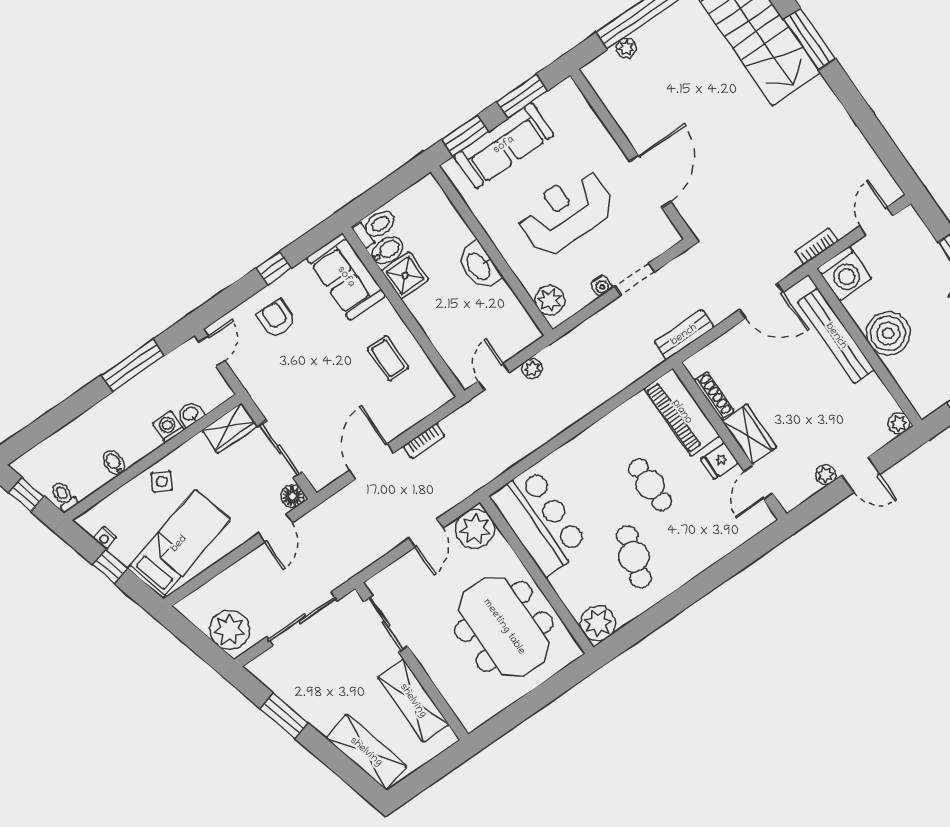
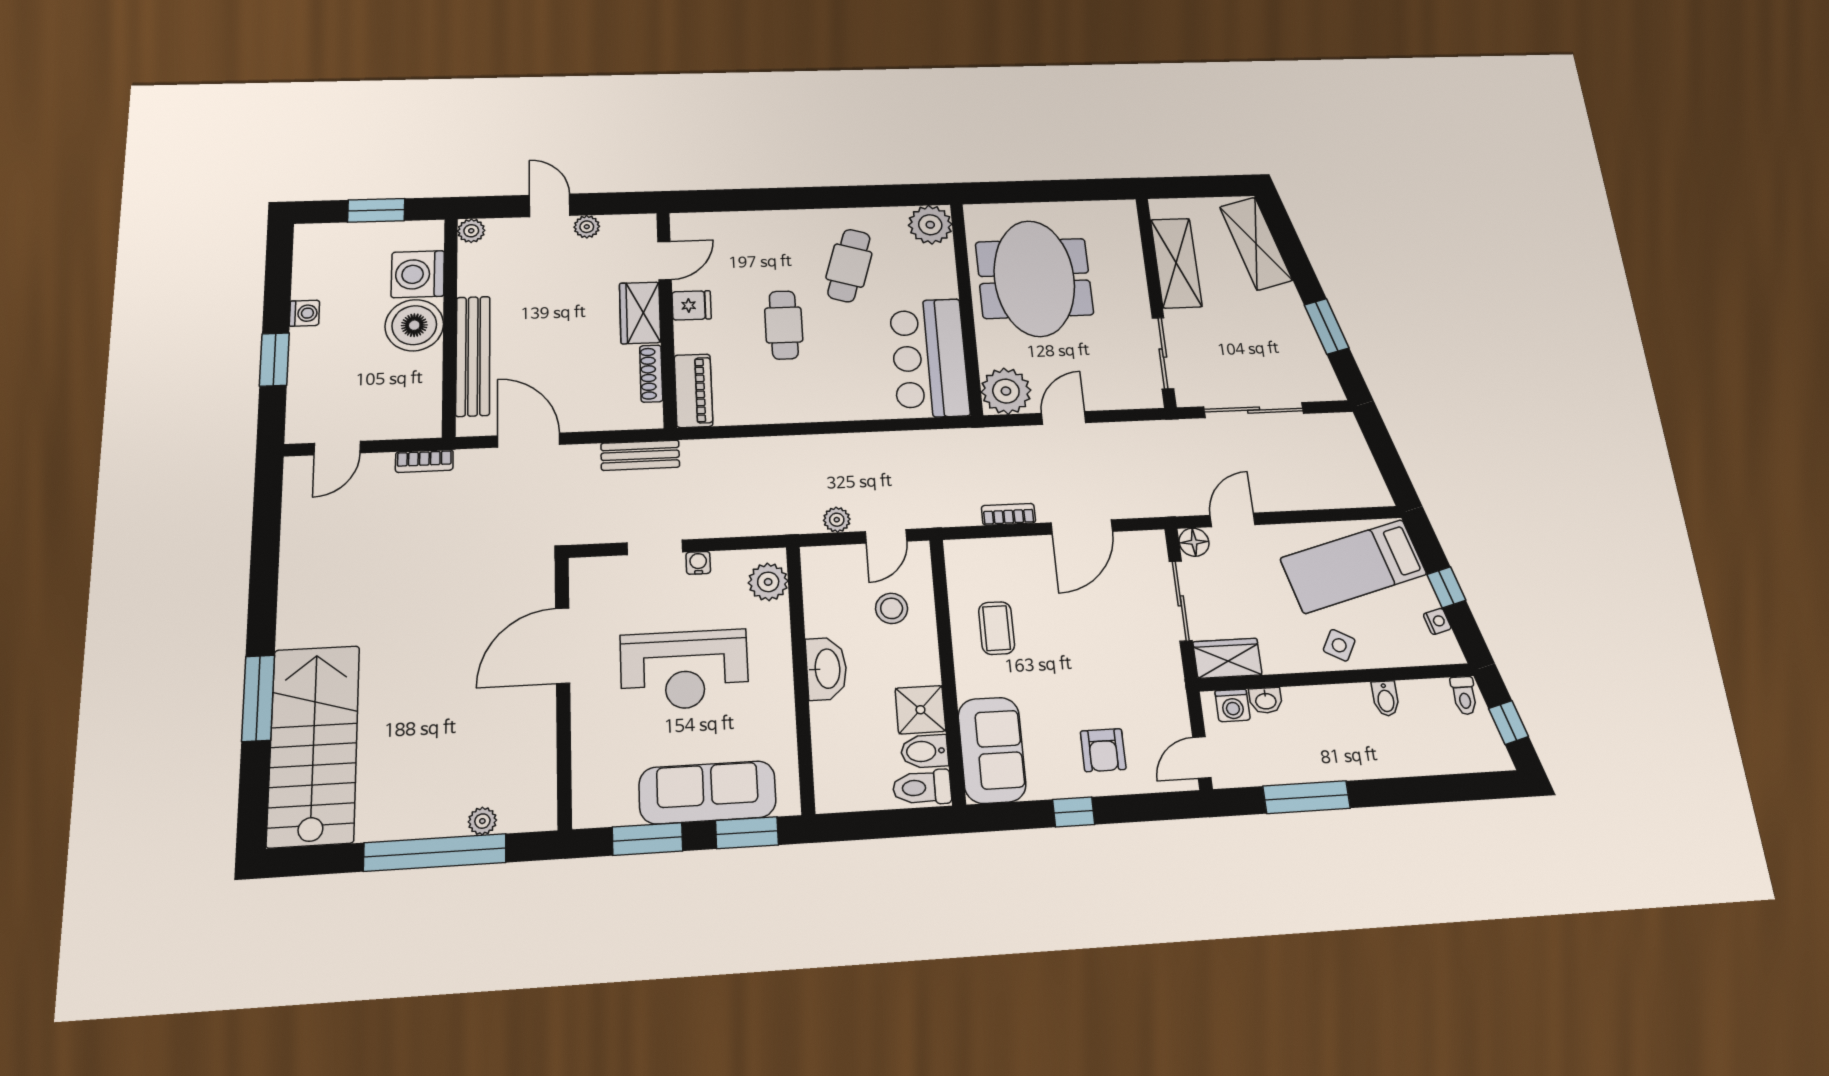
washing machine: (844, 274) -> (418, 274), moved, turned -90
stool: (462, 330) -> (892, 608), added
piano: (682, 412) -> (693, 391), width x0.73, depth x0.75
washing machine: (168, 427) -> (1233, 705), moved
plant: (230, 630) -> (1342, 445), removed

